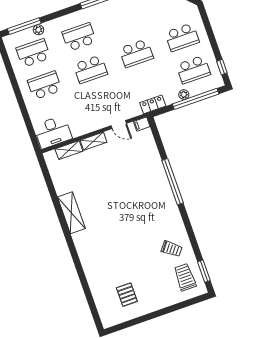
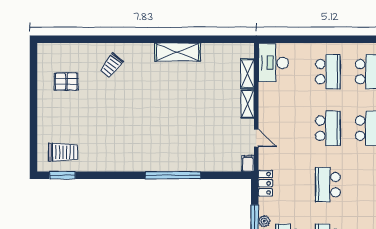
school desk: (90, 69) -> (328, 128), turned 180
door: (119, 125) -> (256, 138), swing flipped
trolley: (172, 249) -> (112, 65), moved

